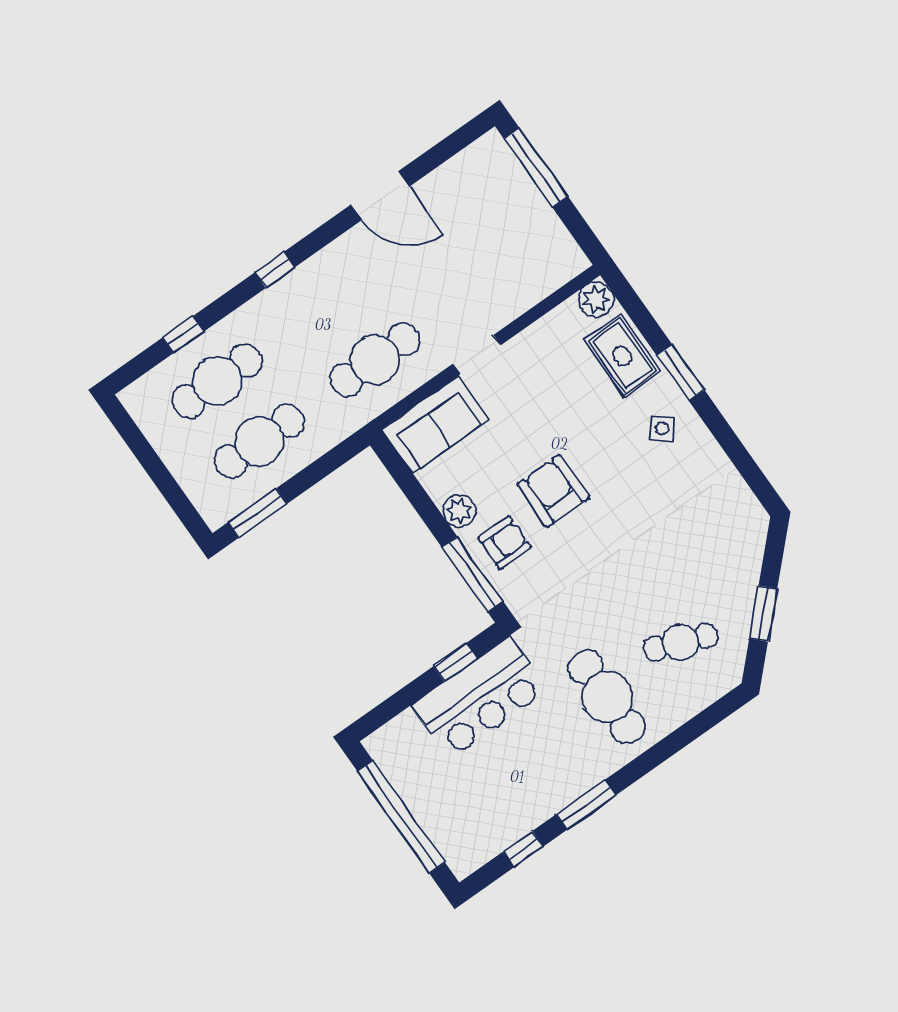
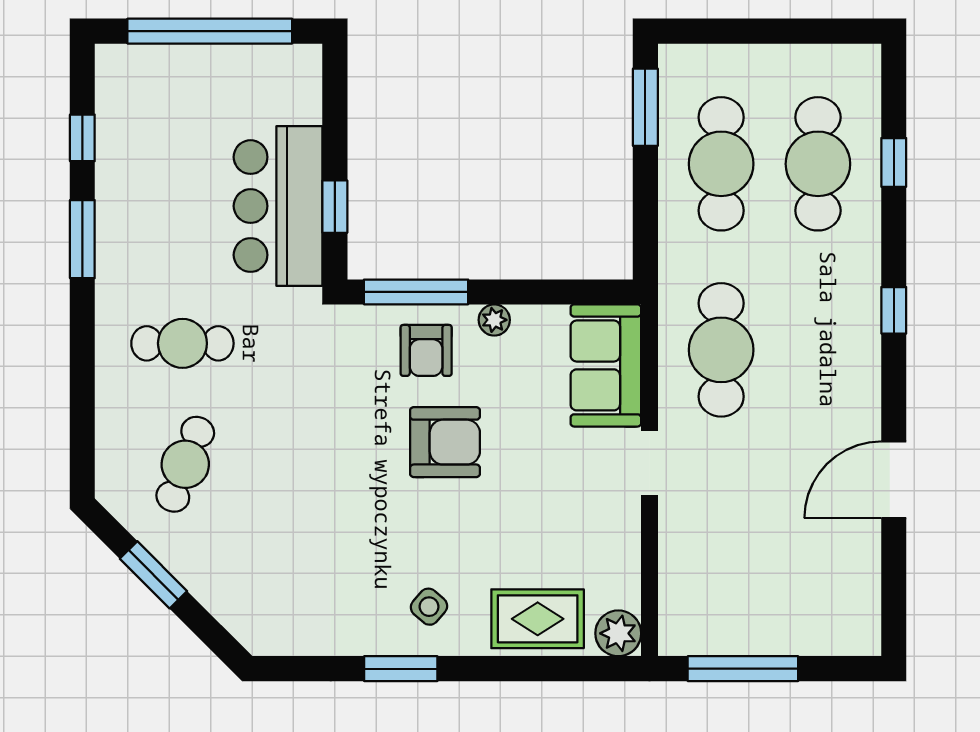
window: (536, 168) -> (743, 669), moved
window: (681, 373) -> (401, 669), moved
plant: (459, 511) -> (494, 320), width x0.73, depth x0.73
cafe table: (607, 697) -> (182, 343), width x0.73, depth x0.74

